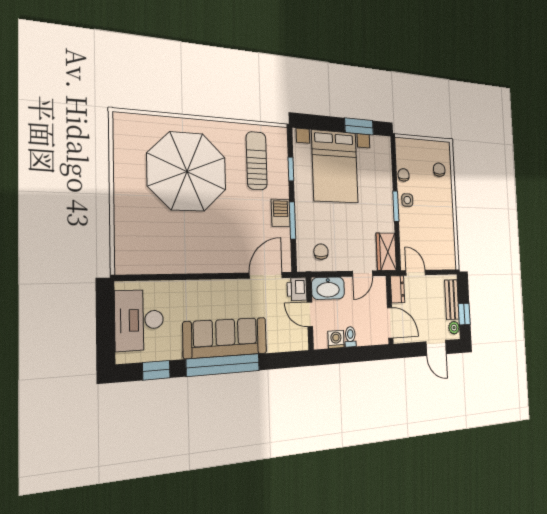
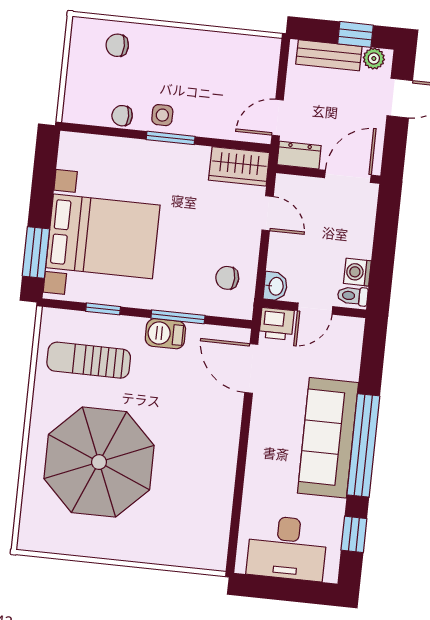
window: (359, 126) -> (36, 253), moved
washbasin: (328, 288) -> (275, 286), width x0.52, depth x0.69
toilet: (350, 337) -> (353, 296), moved

